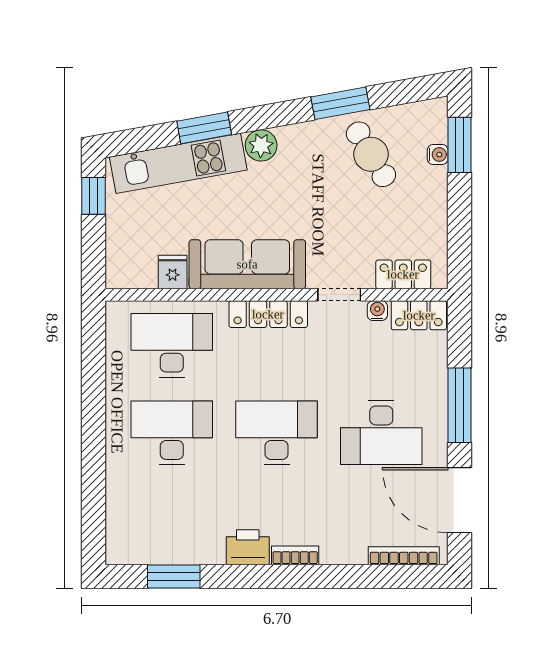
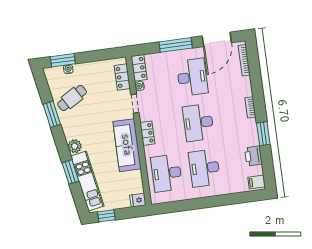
fridge: (173, 272) -> (138, 200), moved
locker: (268, 314) -> (147, 133), width x0.66
filing cabinet: (124, 547) -> (257, 182), added
printer: (248, 547) -> (253, 156), moved
window: (174, 576) -> (263, 134), moved

